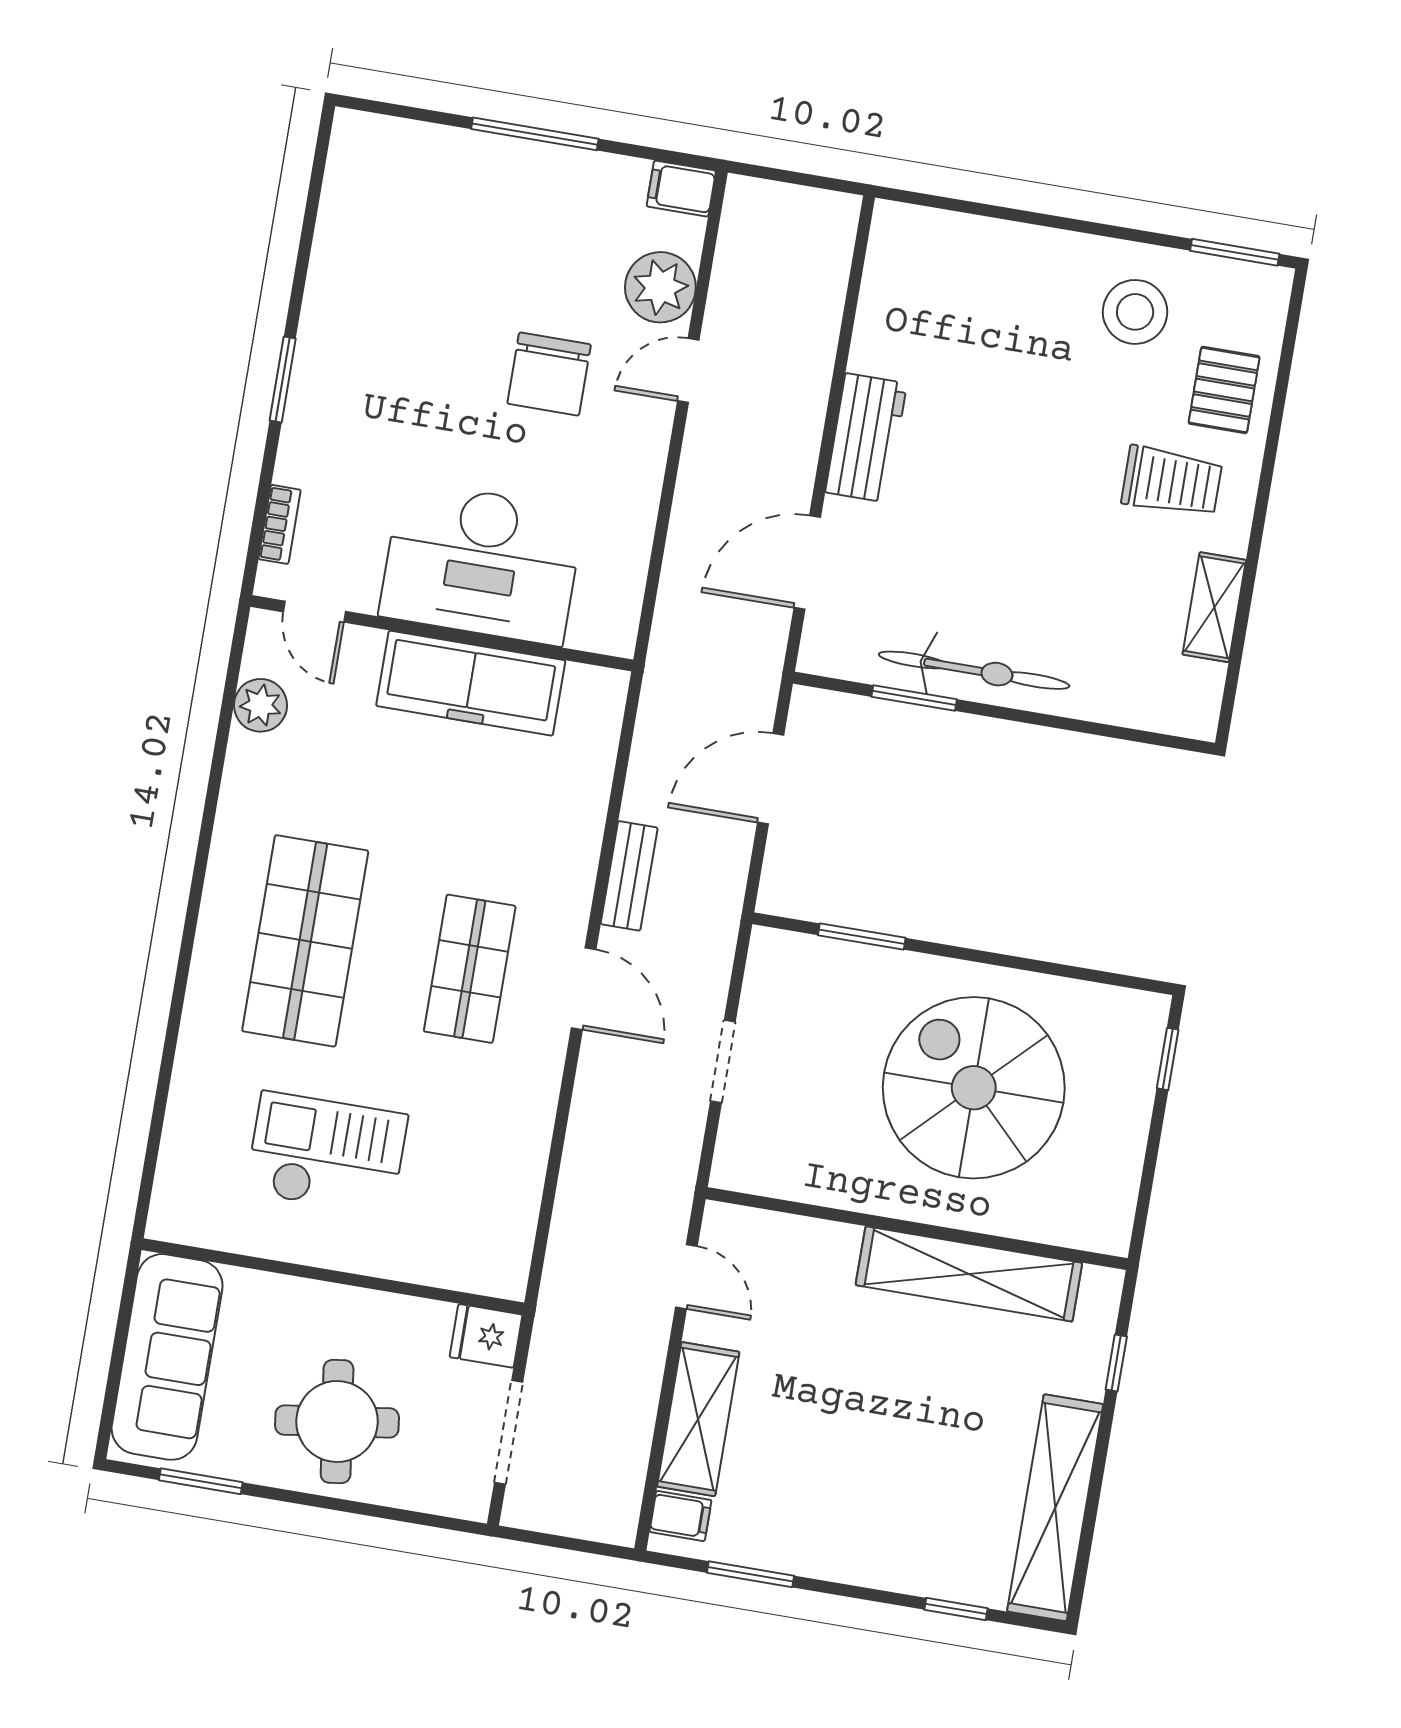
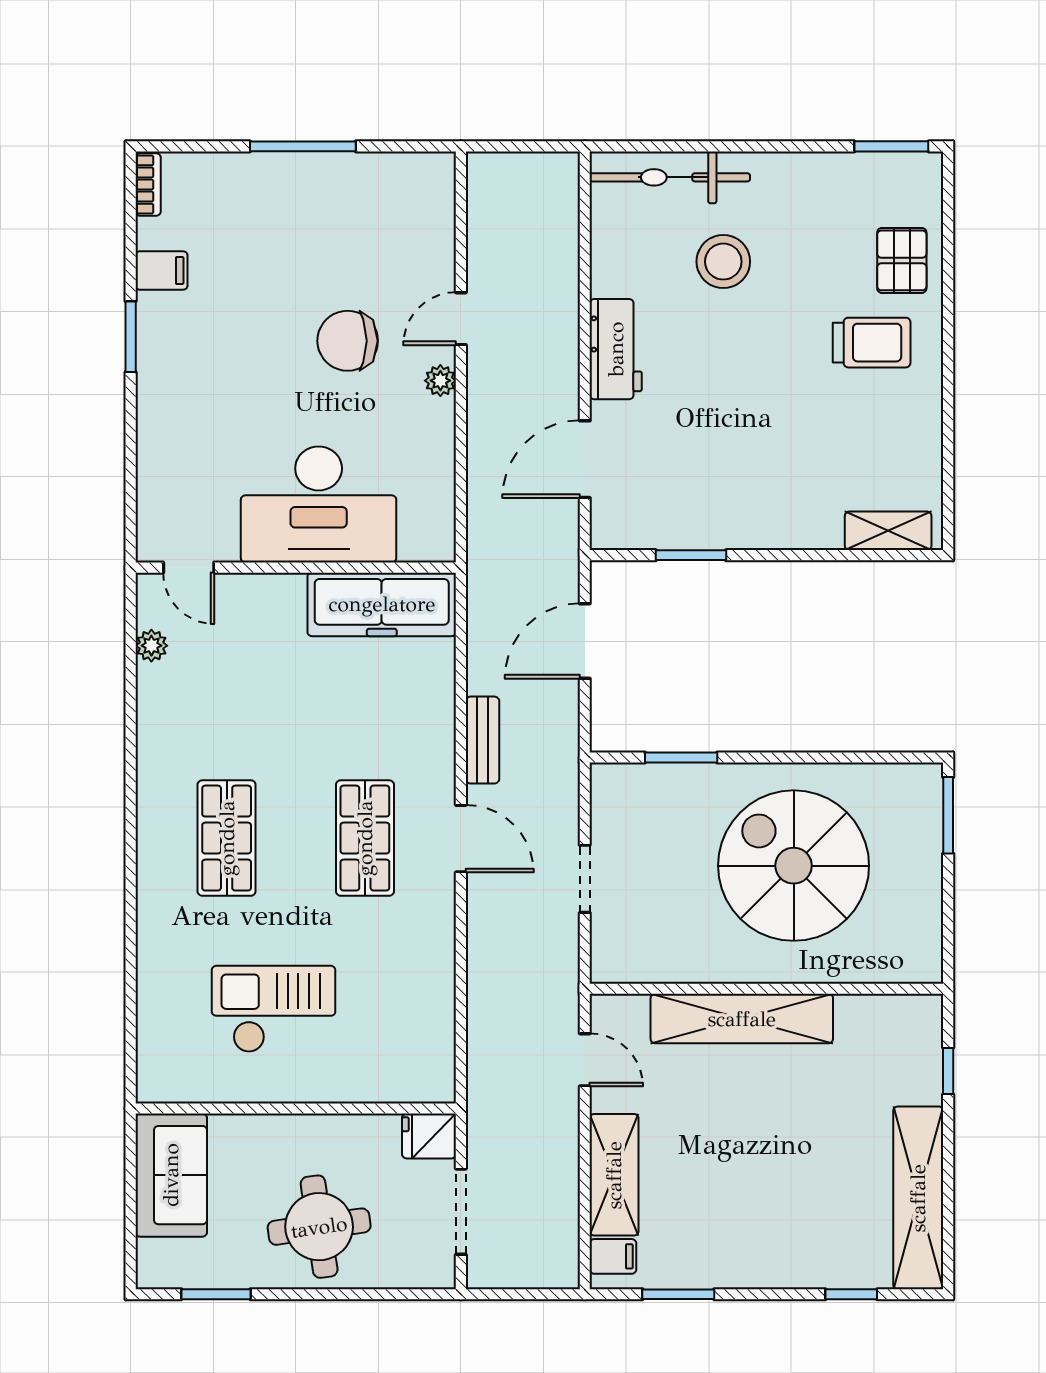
filing cabinet: (681, 189) -> (161, 270), moved, turned 180
plant: (660, 287) -> (440, 381), moved, width x0.53, depth x0.53
stool: (1135, 312) -> (723, 262), moved
chair: (549, 374) -> (348, 341), turned 90
window: (283, 379) -> (131, 337), moved
bookcase: (280, 524) -> (148, 184), moved
shelving: (1214, 607) -> (888, 531), moved, turned 90
bicycle: (974, 670) -> (670, 177), moved, turned 180
freezer: (471, 683) -> (382, 604), moved
plant: (261, 705) -> (151, 646), width x0.73, depth x0.73
shop shelf: (305, 941) -> (227, 838), width x0.70, depth x0.74
window: (1168, 1059) -> (948, 815), width x1.50
shelving: (969, 1274) -> (742, 1019), moved
sofa: (167, 1357) -> (171, 1175), width x0.73

